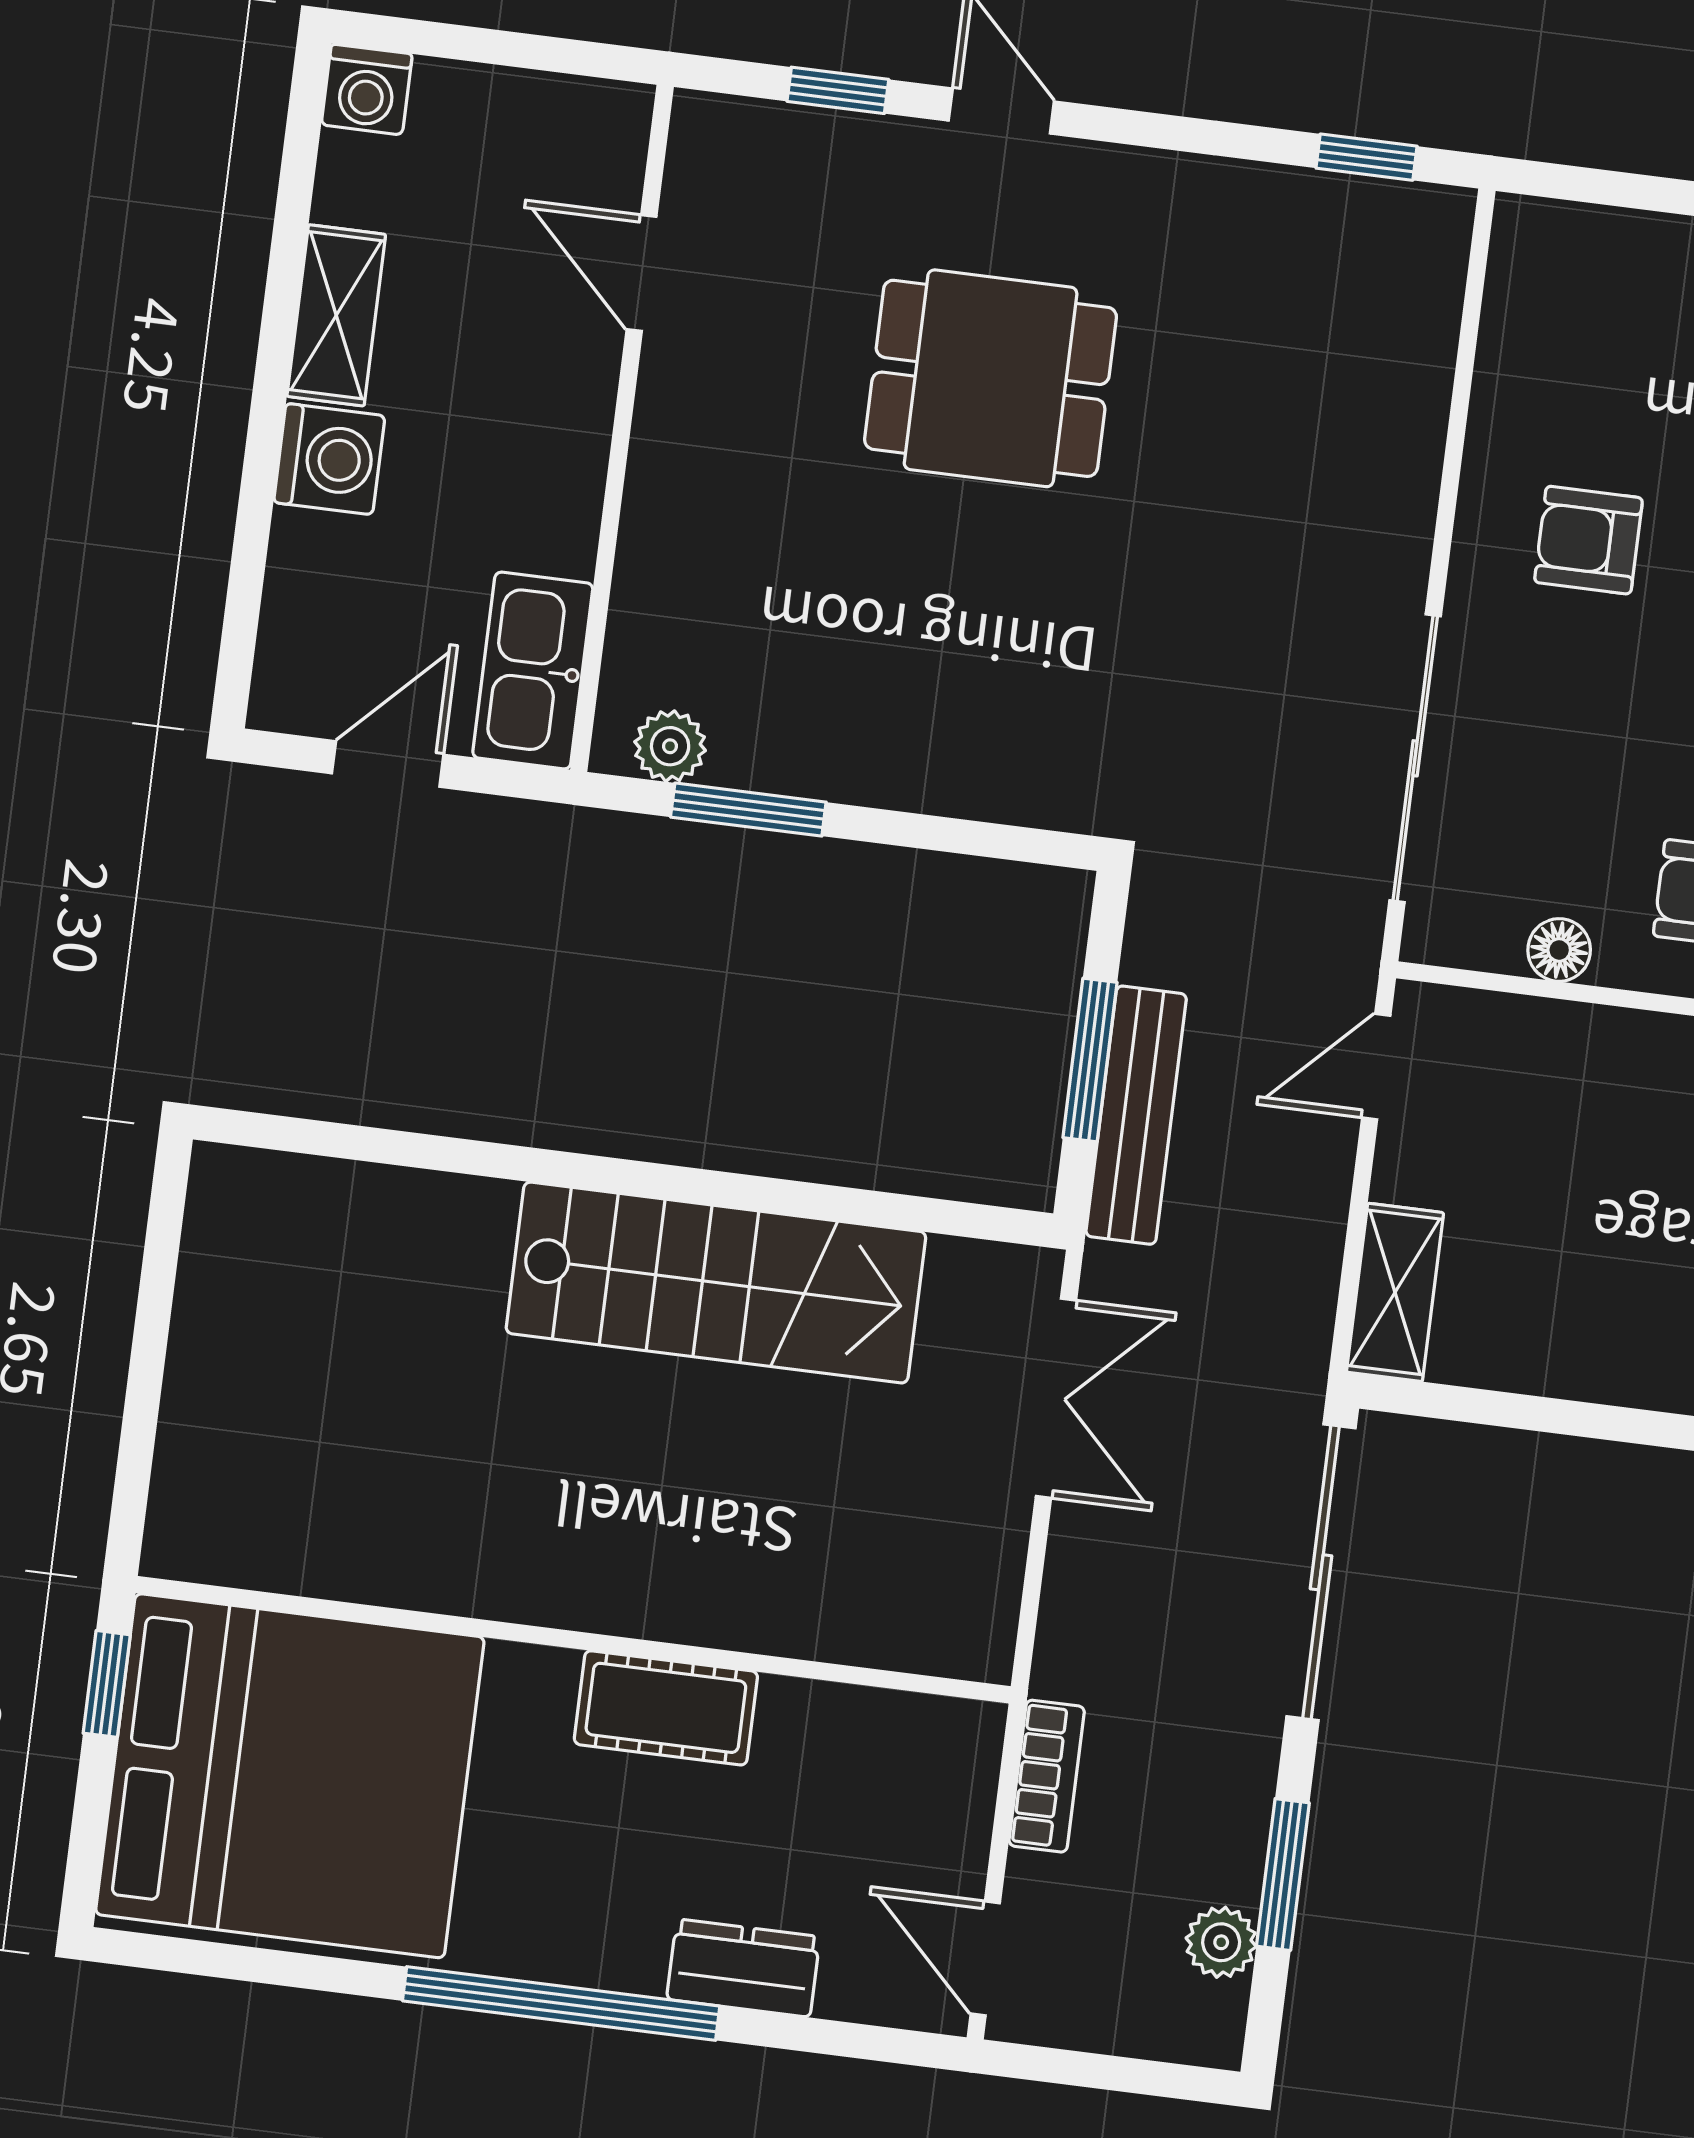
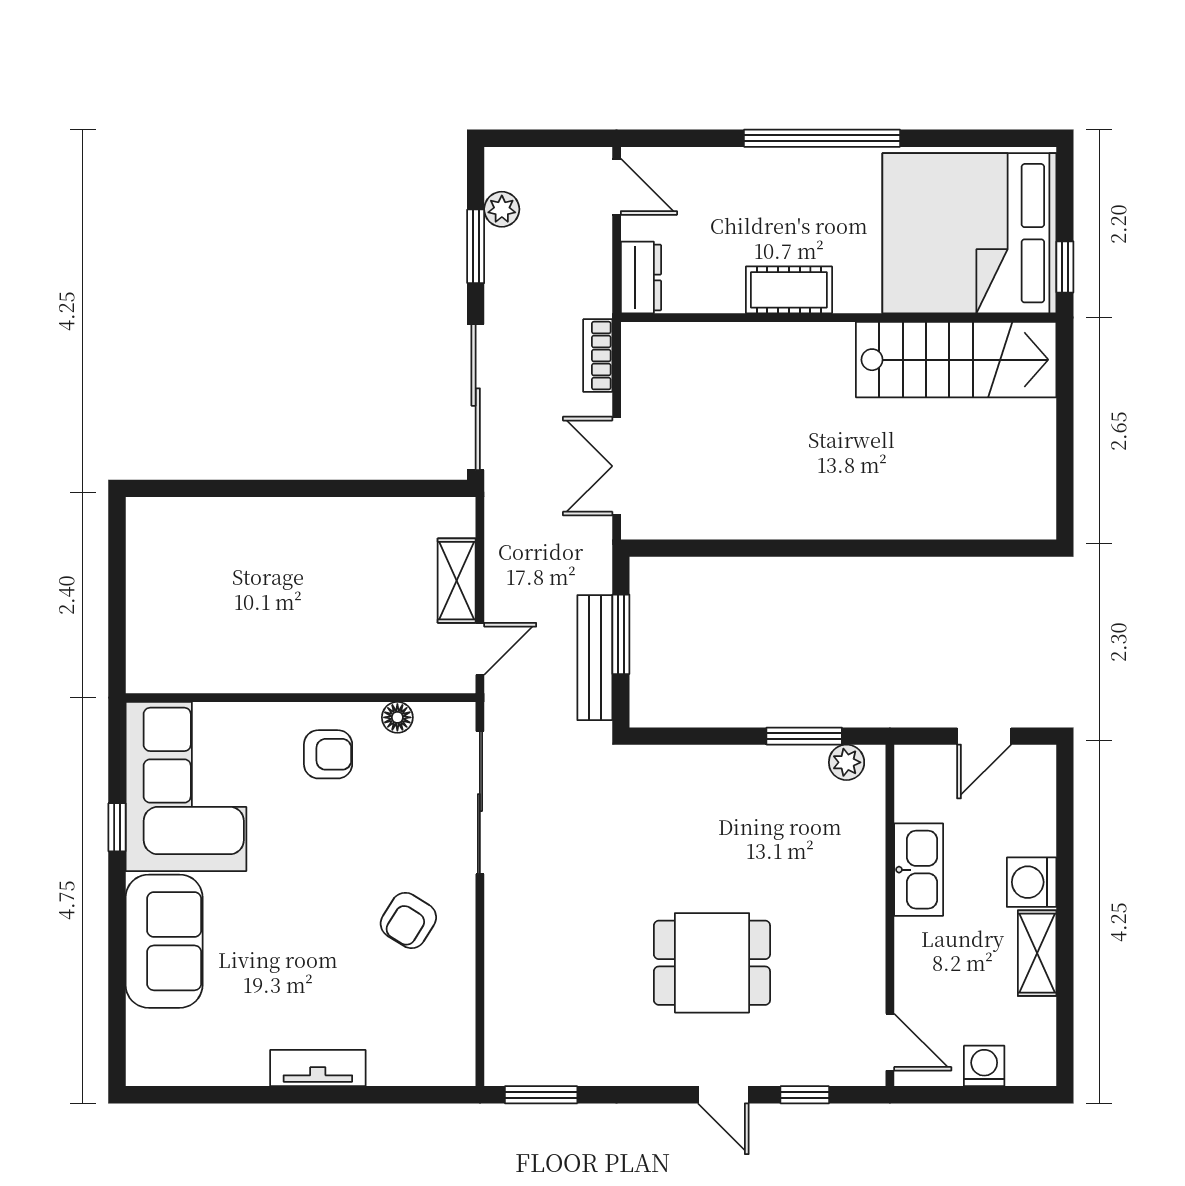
washing machine: (367, 89) -> (984, 1066), moved
window: (1367, 157) -> (541, 1095), width x1.50
door: (642, 273) -> (890, 1042), moved
armchair: (1588, 540) -> (408, 920), turned 122
kitchen sink: (533, 671) -> (919, 870), moved
bench: (1136, 1115) -> (595, 658), moved
stairs: (716, 1283) -> (956, 360), moved, turned 180
shelving: (1395, 1292) -> (457, 581), moved
bookcase: (1047, 1776) -> (598, 356), moved
dresser: (743, 1968) -> (641, 278), moved, turned -90

